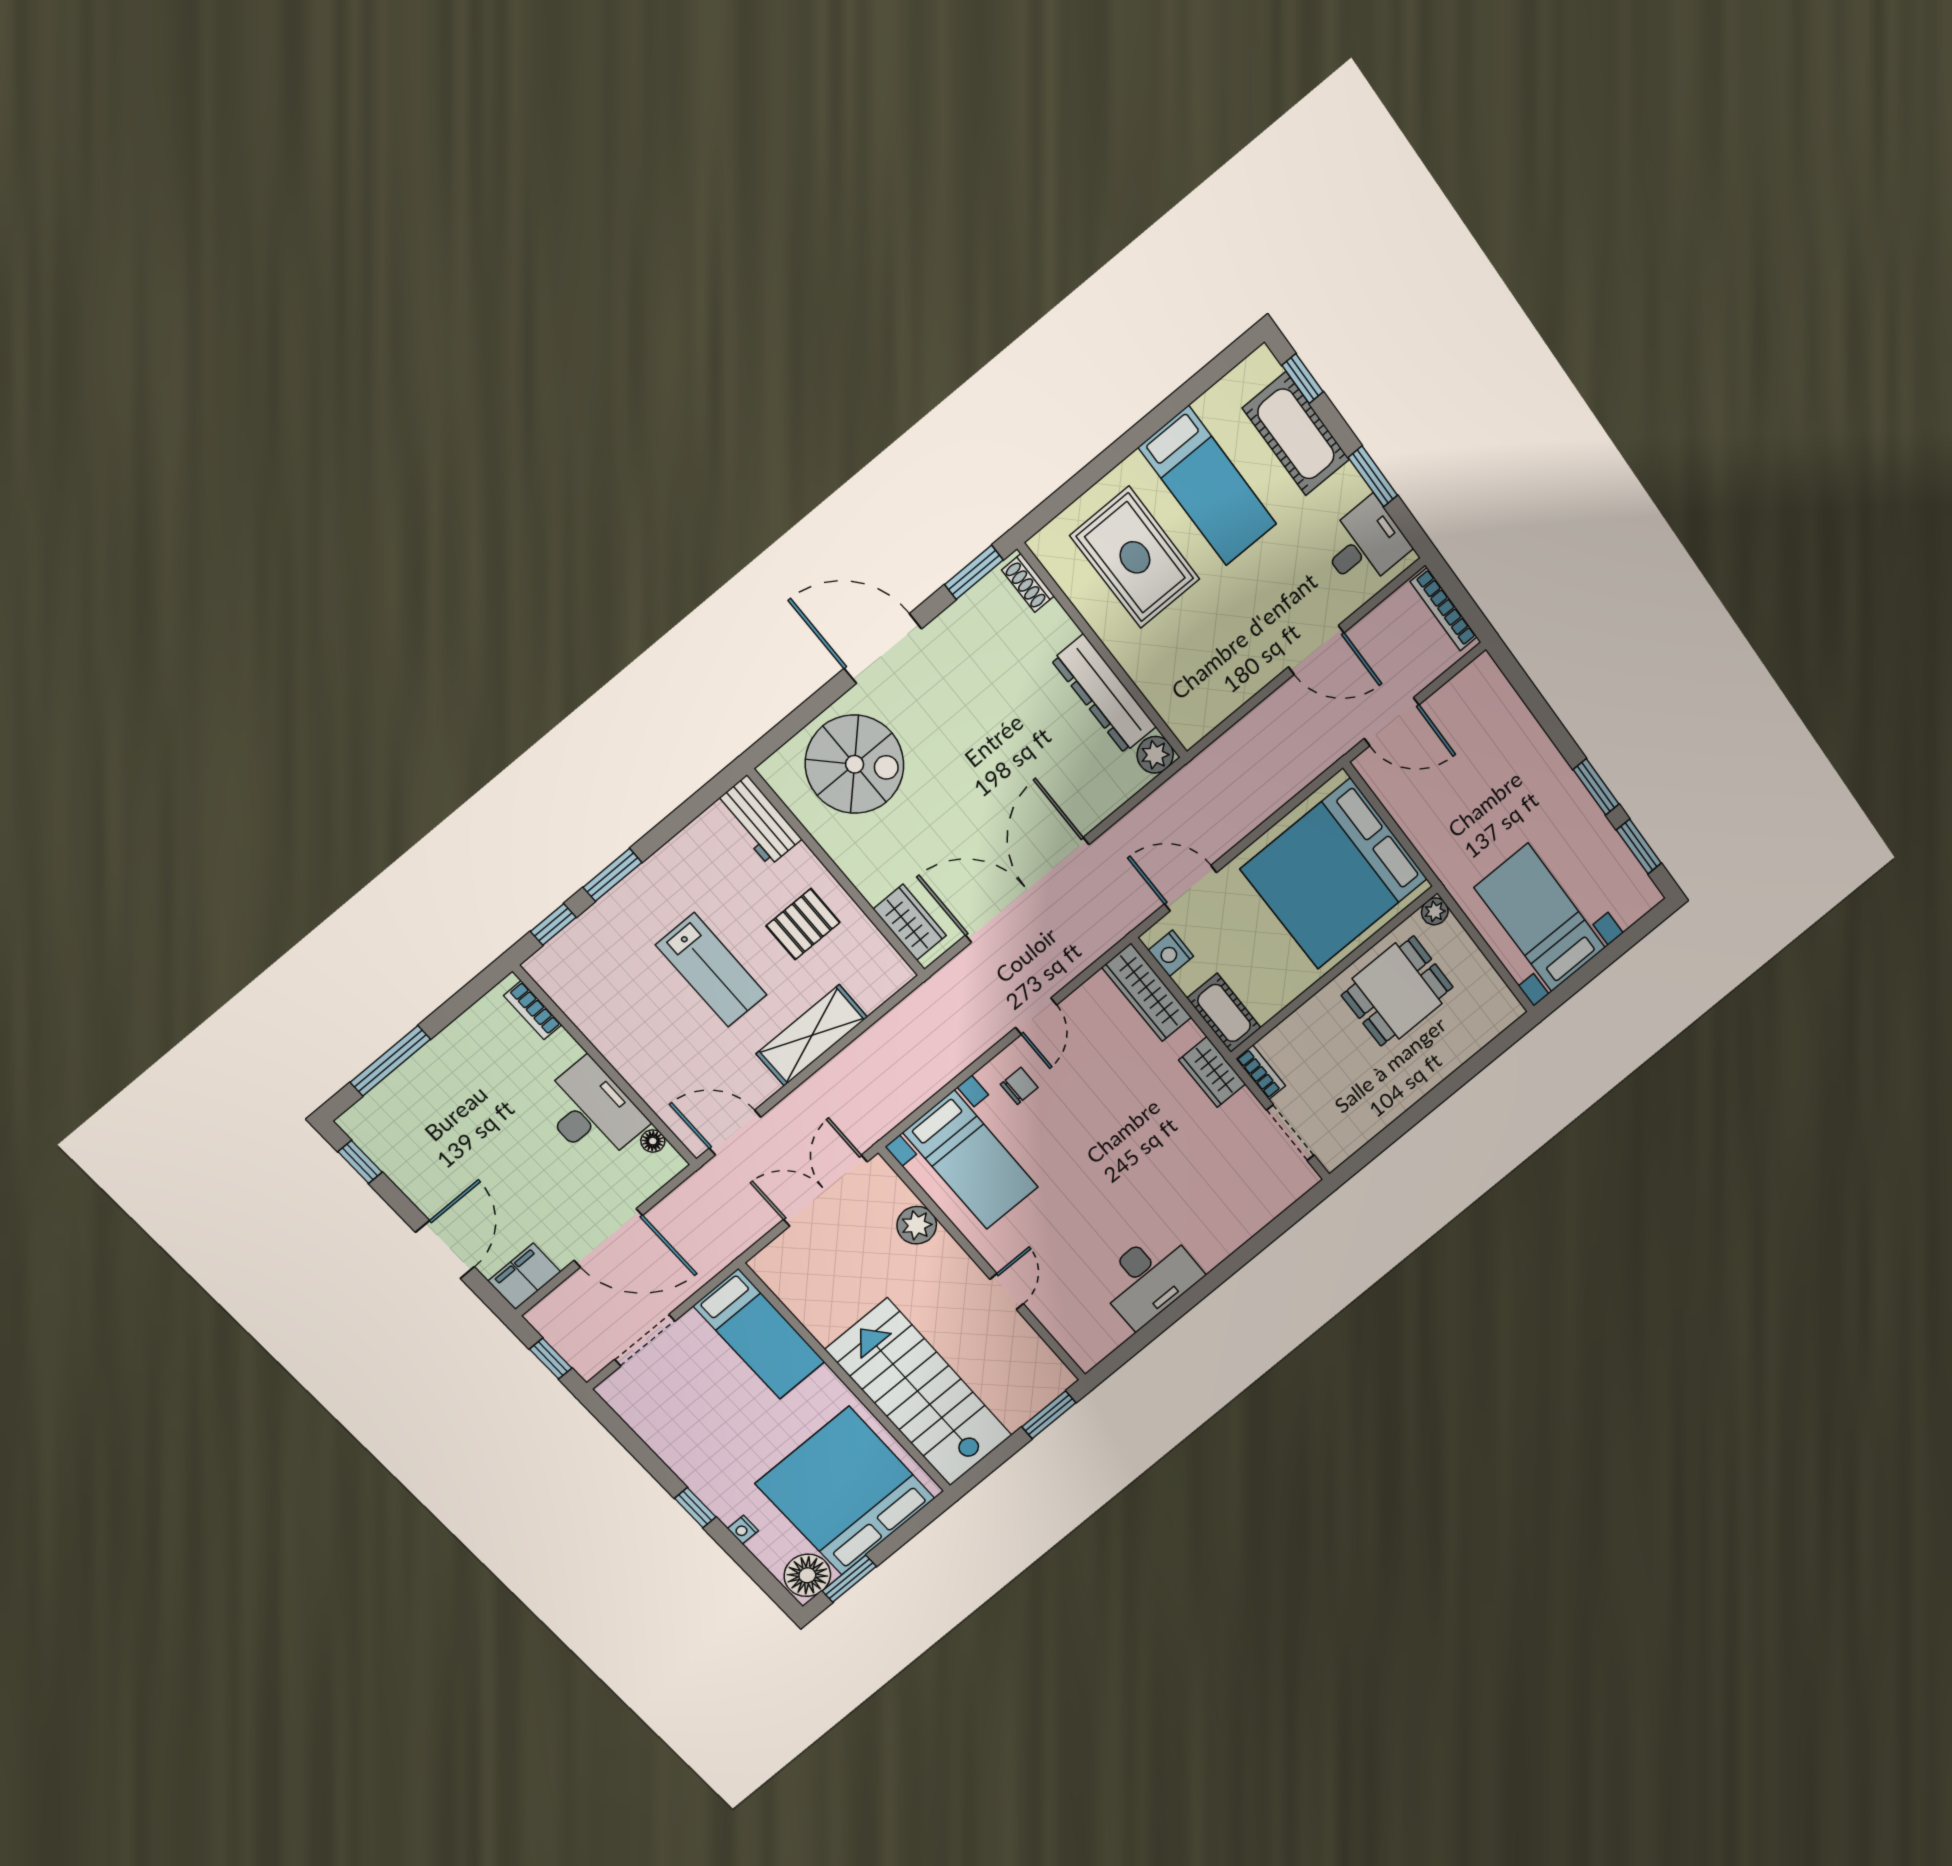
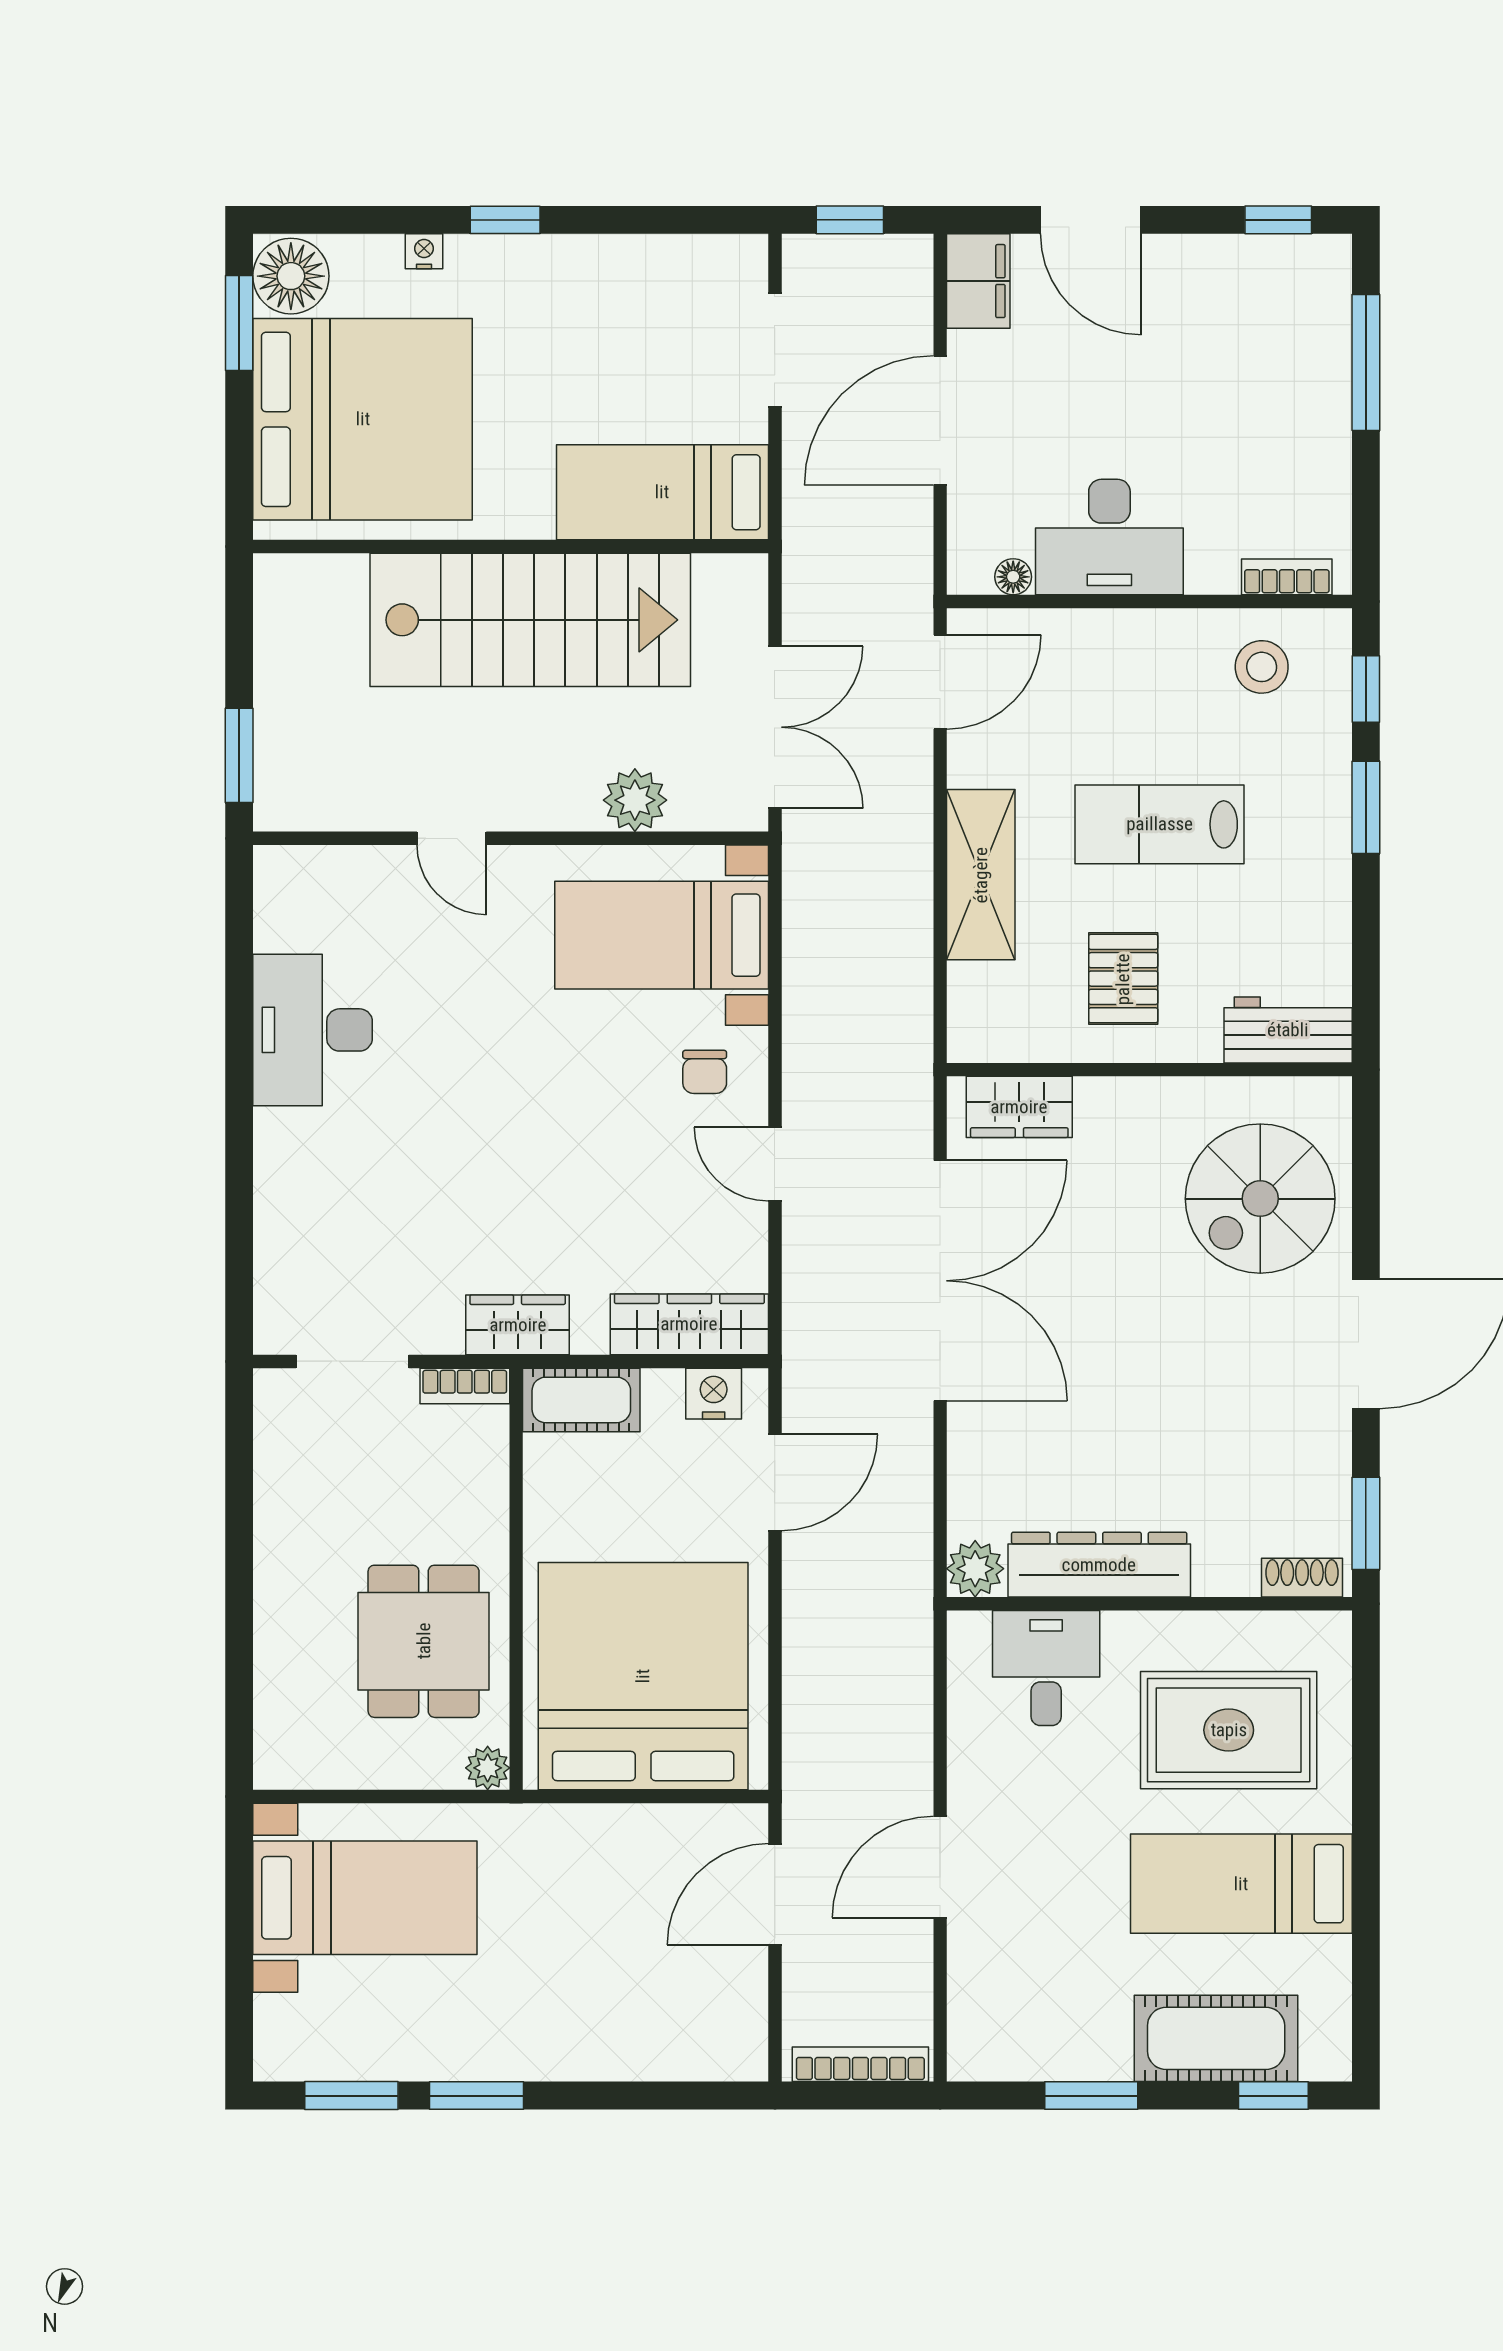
desk: (1365, 544) -> (1046, 1668), moved, turned 180
stool: (589, 985) -> (1262, 667), added
stairs: (919, 1393) -> (530, 620), moved

